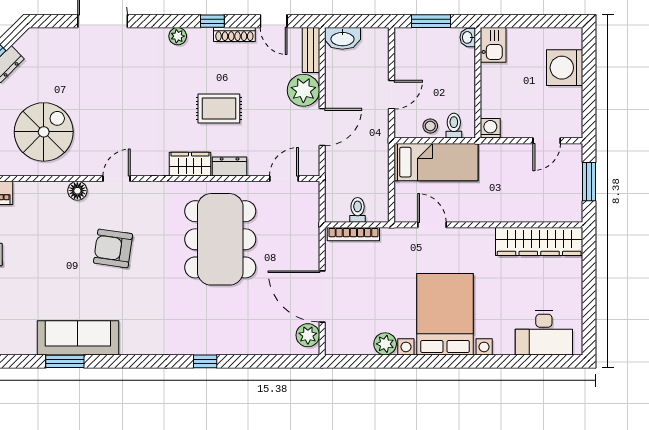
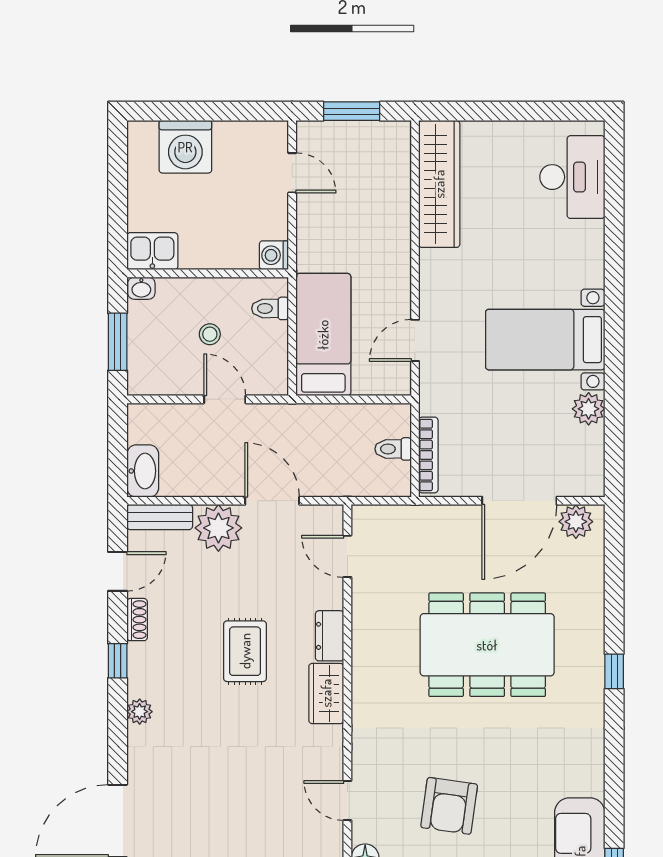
shoe rack: (234, 35) -> (137, 620), width x0.70
stool: (430, 126) -> (210, 334), moved
dining table: (220, 239) -> (487, 645), moved
bed with nightstands: (445, 314) -> (545, 340), width x0.73

